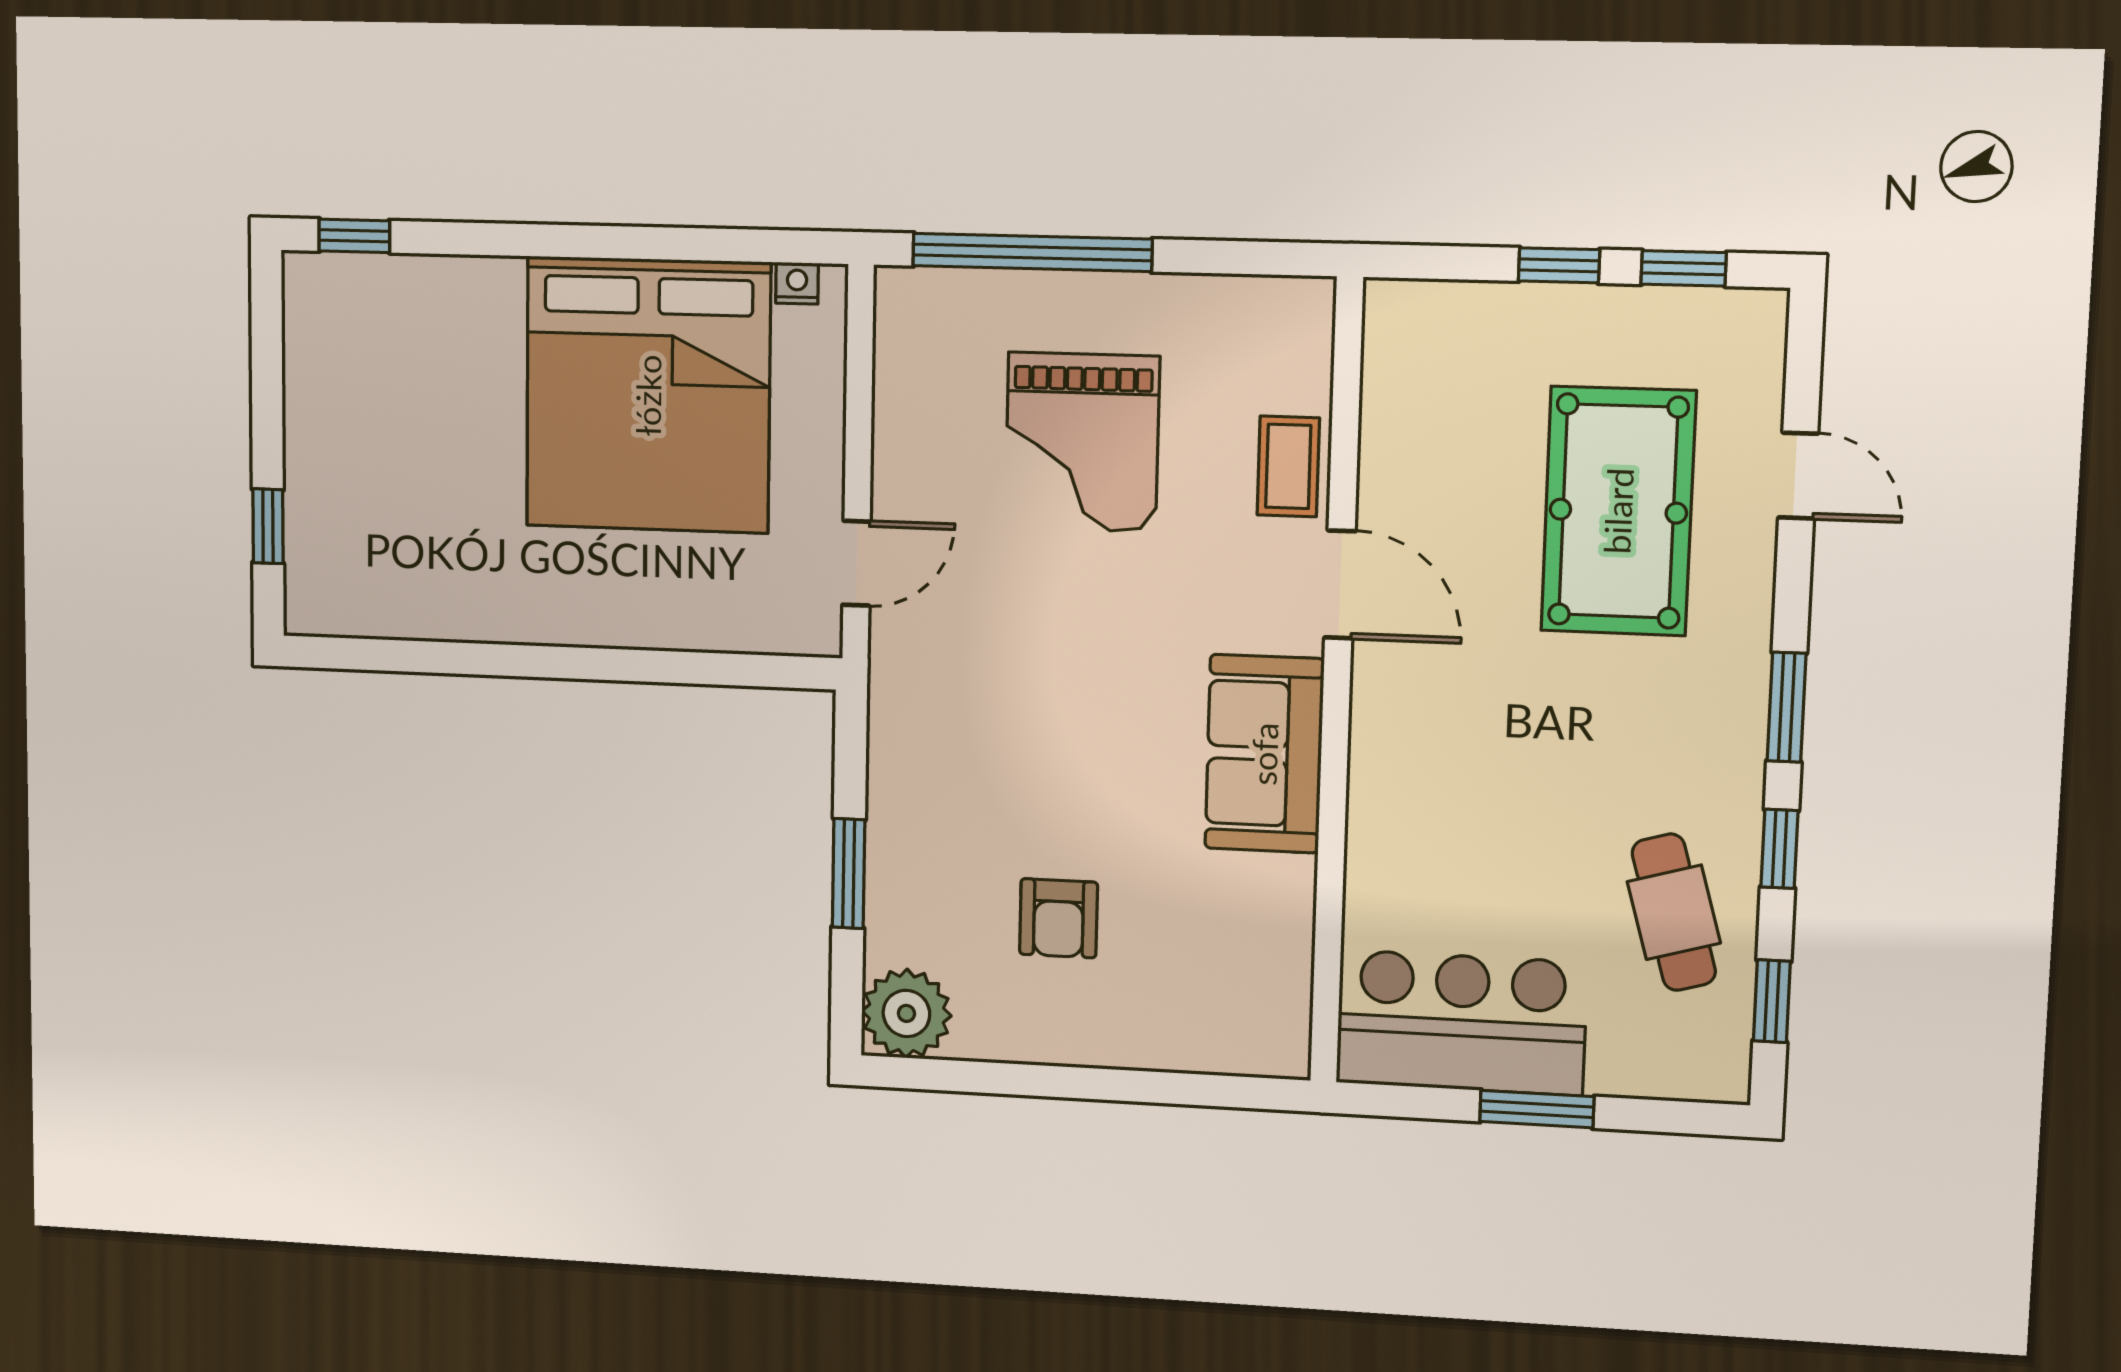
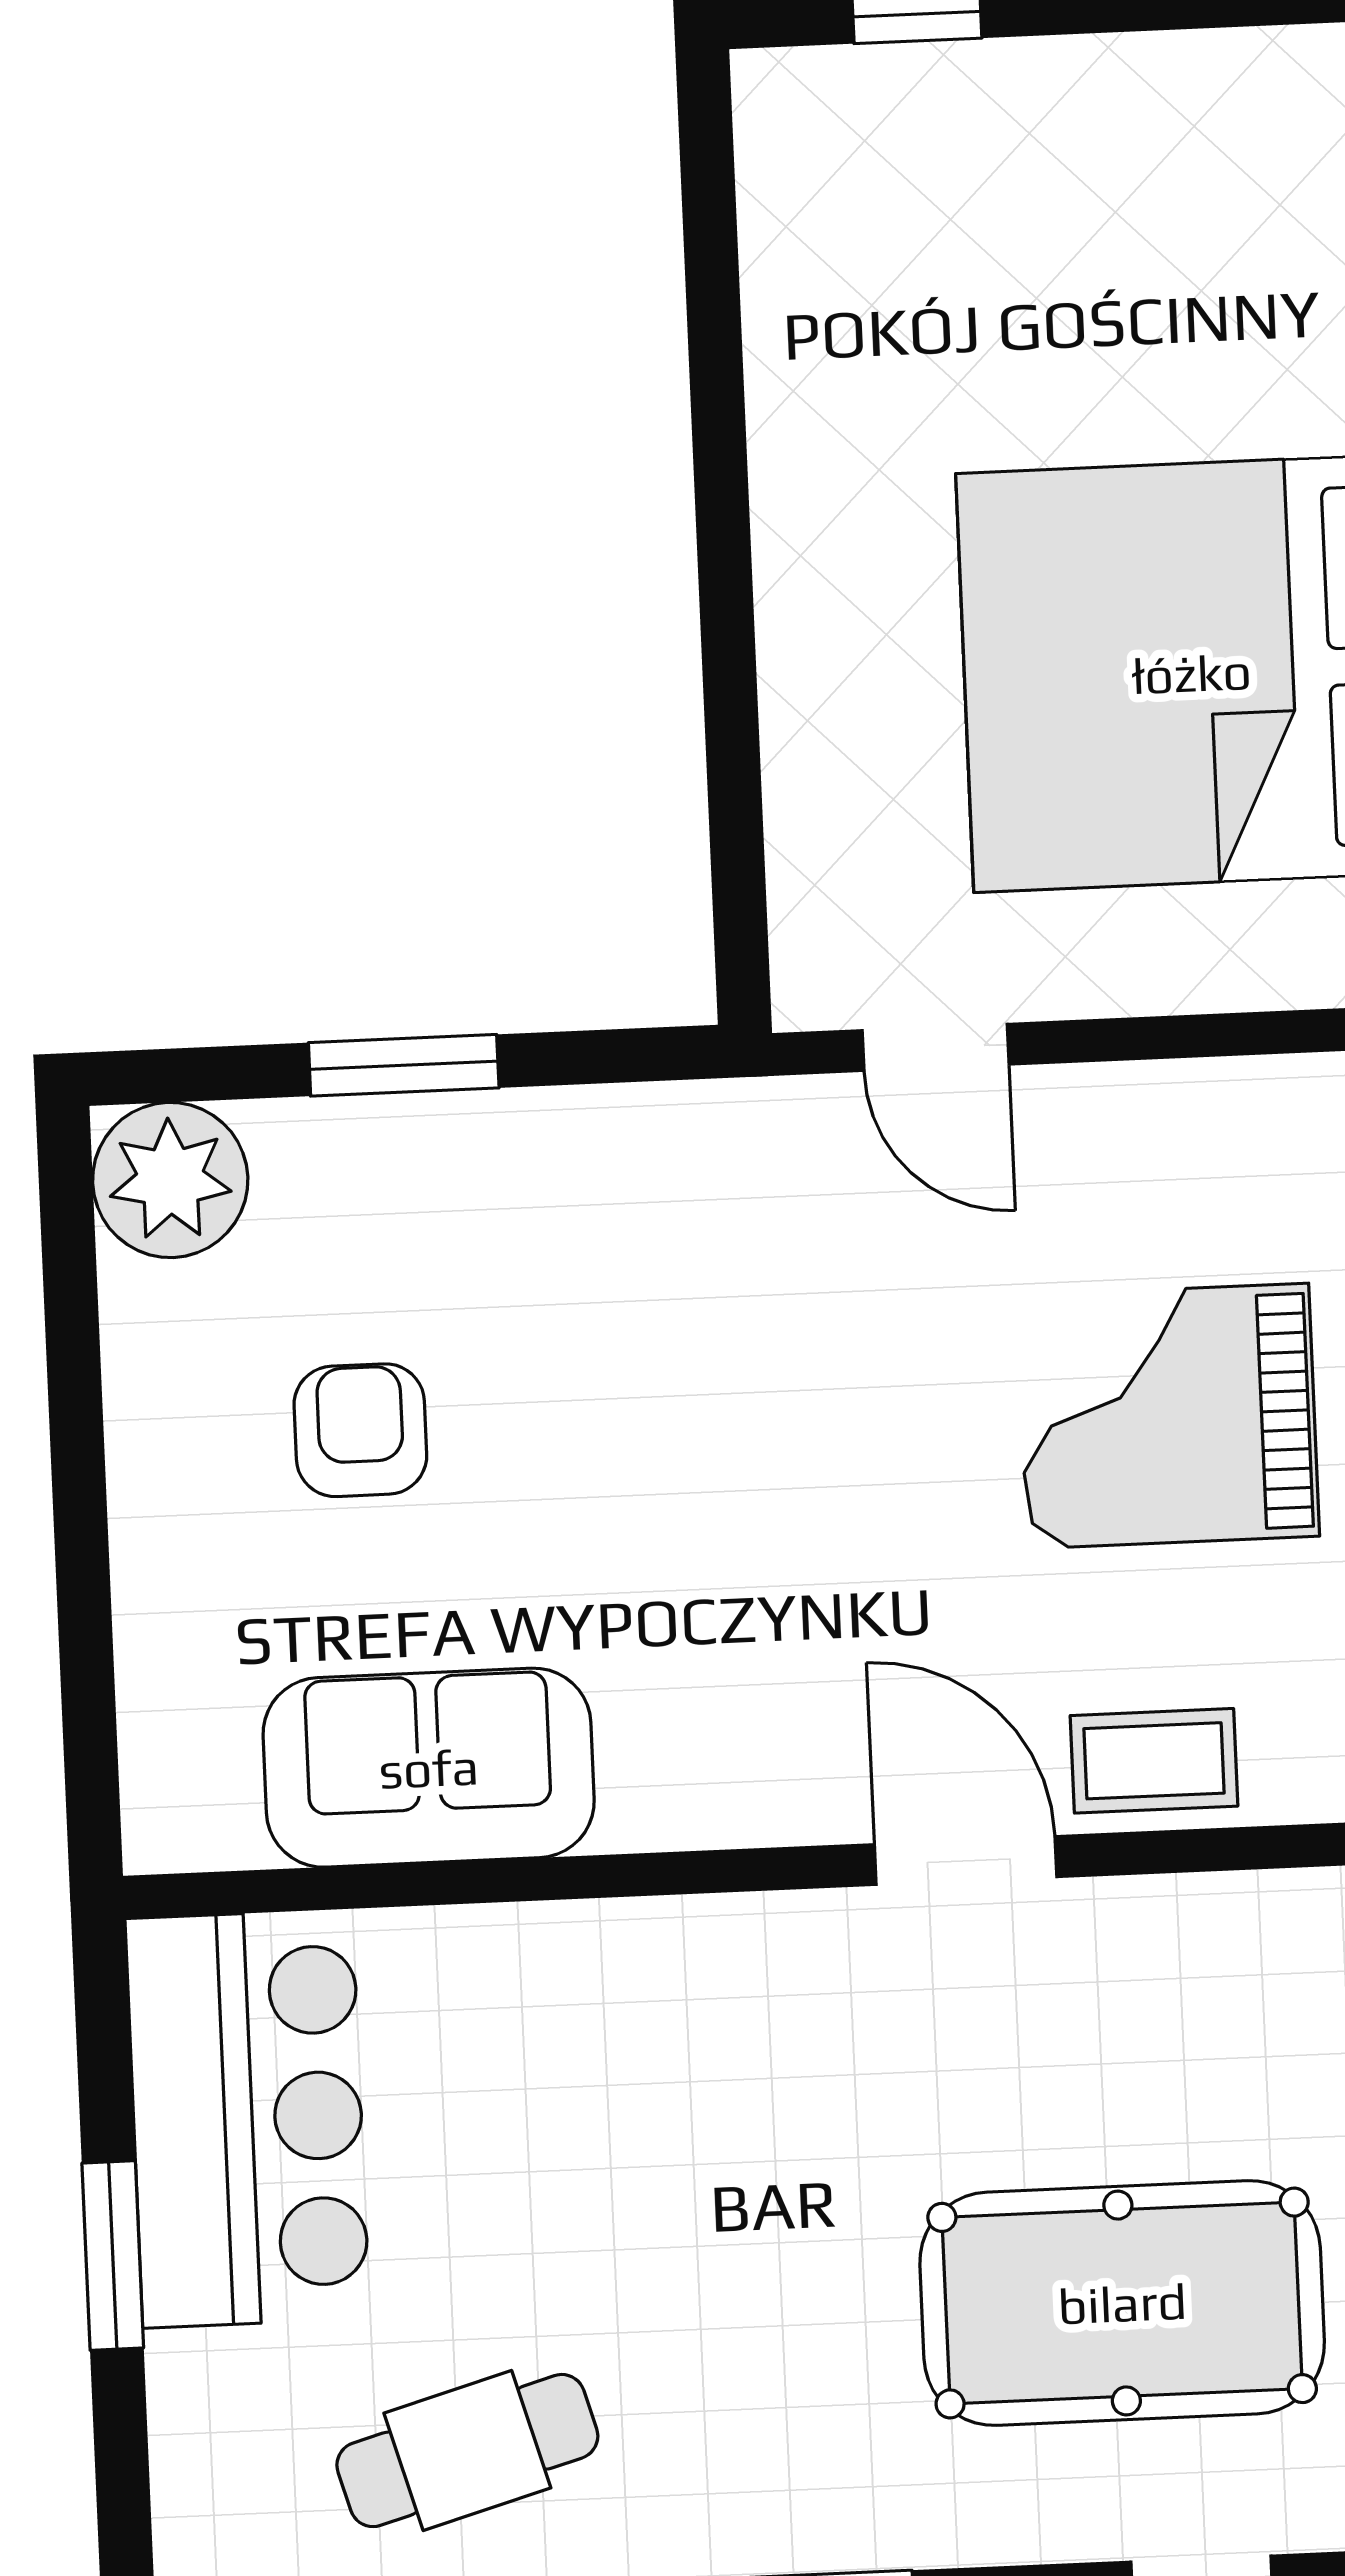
door: (1340, 584) -> (966, 1861), swing flipped
sofa: (1264, 754) -> (429, 1768), moved
armchair: (1058, 918) -> (360, 1430), turned 90

